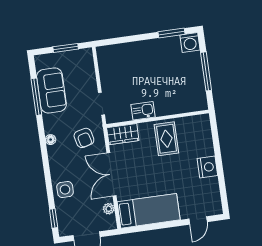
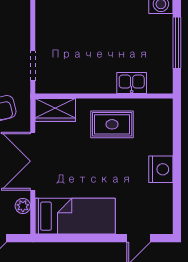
kitchen sink: (143, 111) -> (132, 83), moved
rug: (166, 139) -> (112, 124), turned 90

